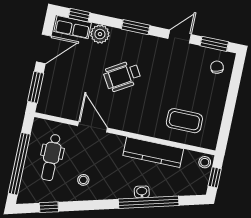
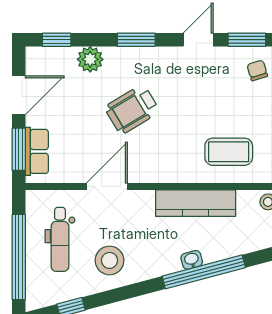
row of seats: (73, 27) -> (37, 151), moved, turned -90
door: (93, 127) -> (107, 186), hinge flipped
stool: (83, 180) -> (110, 260), width x1.89, depth x1.89

